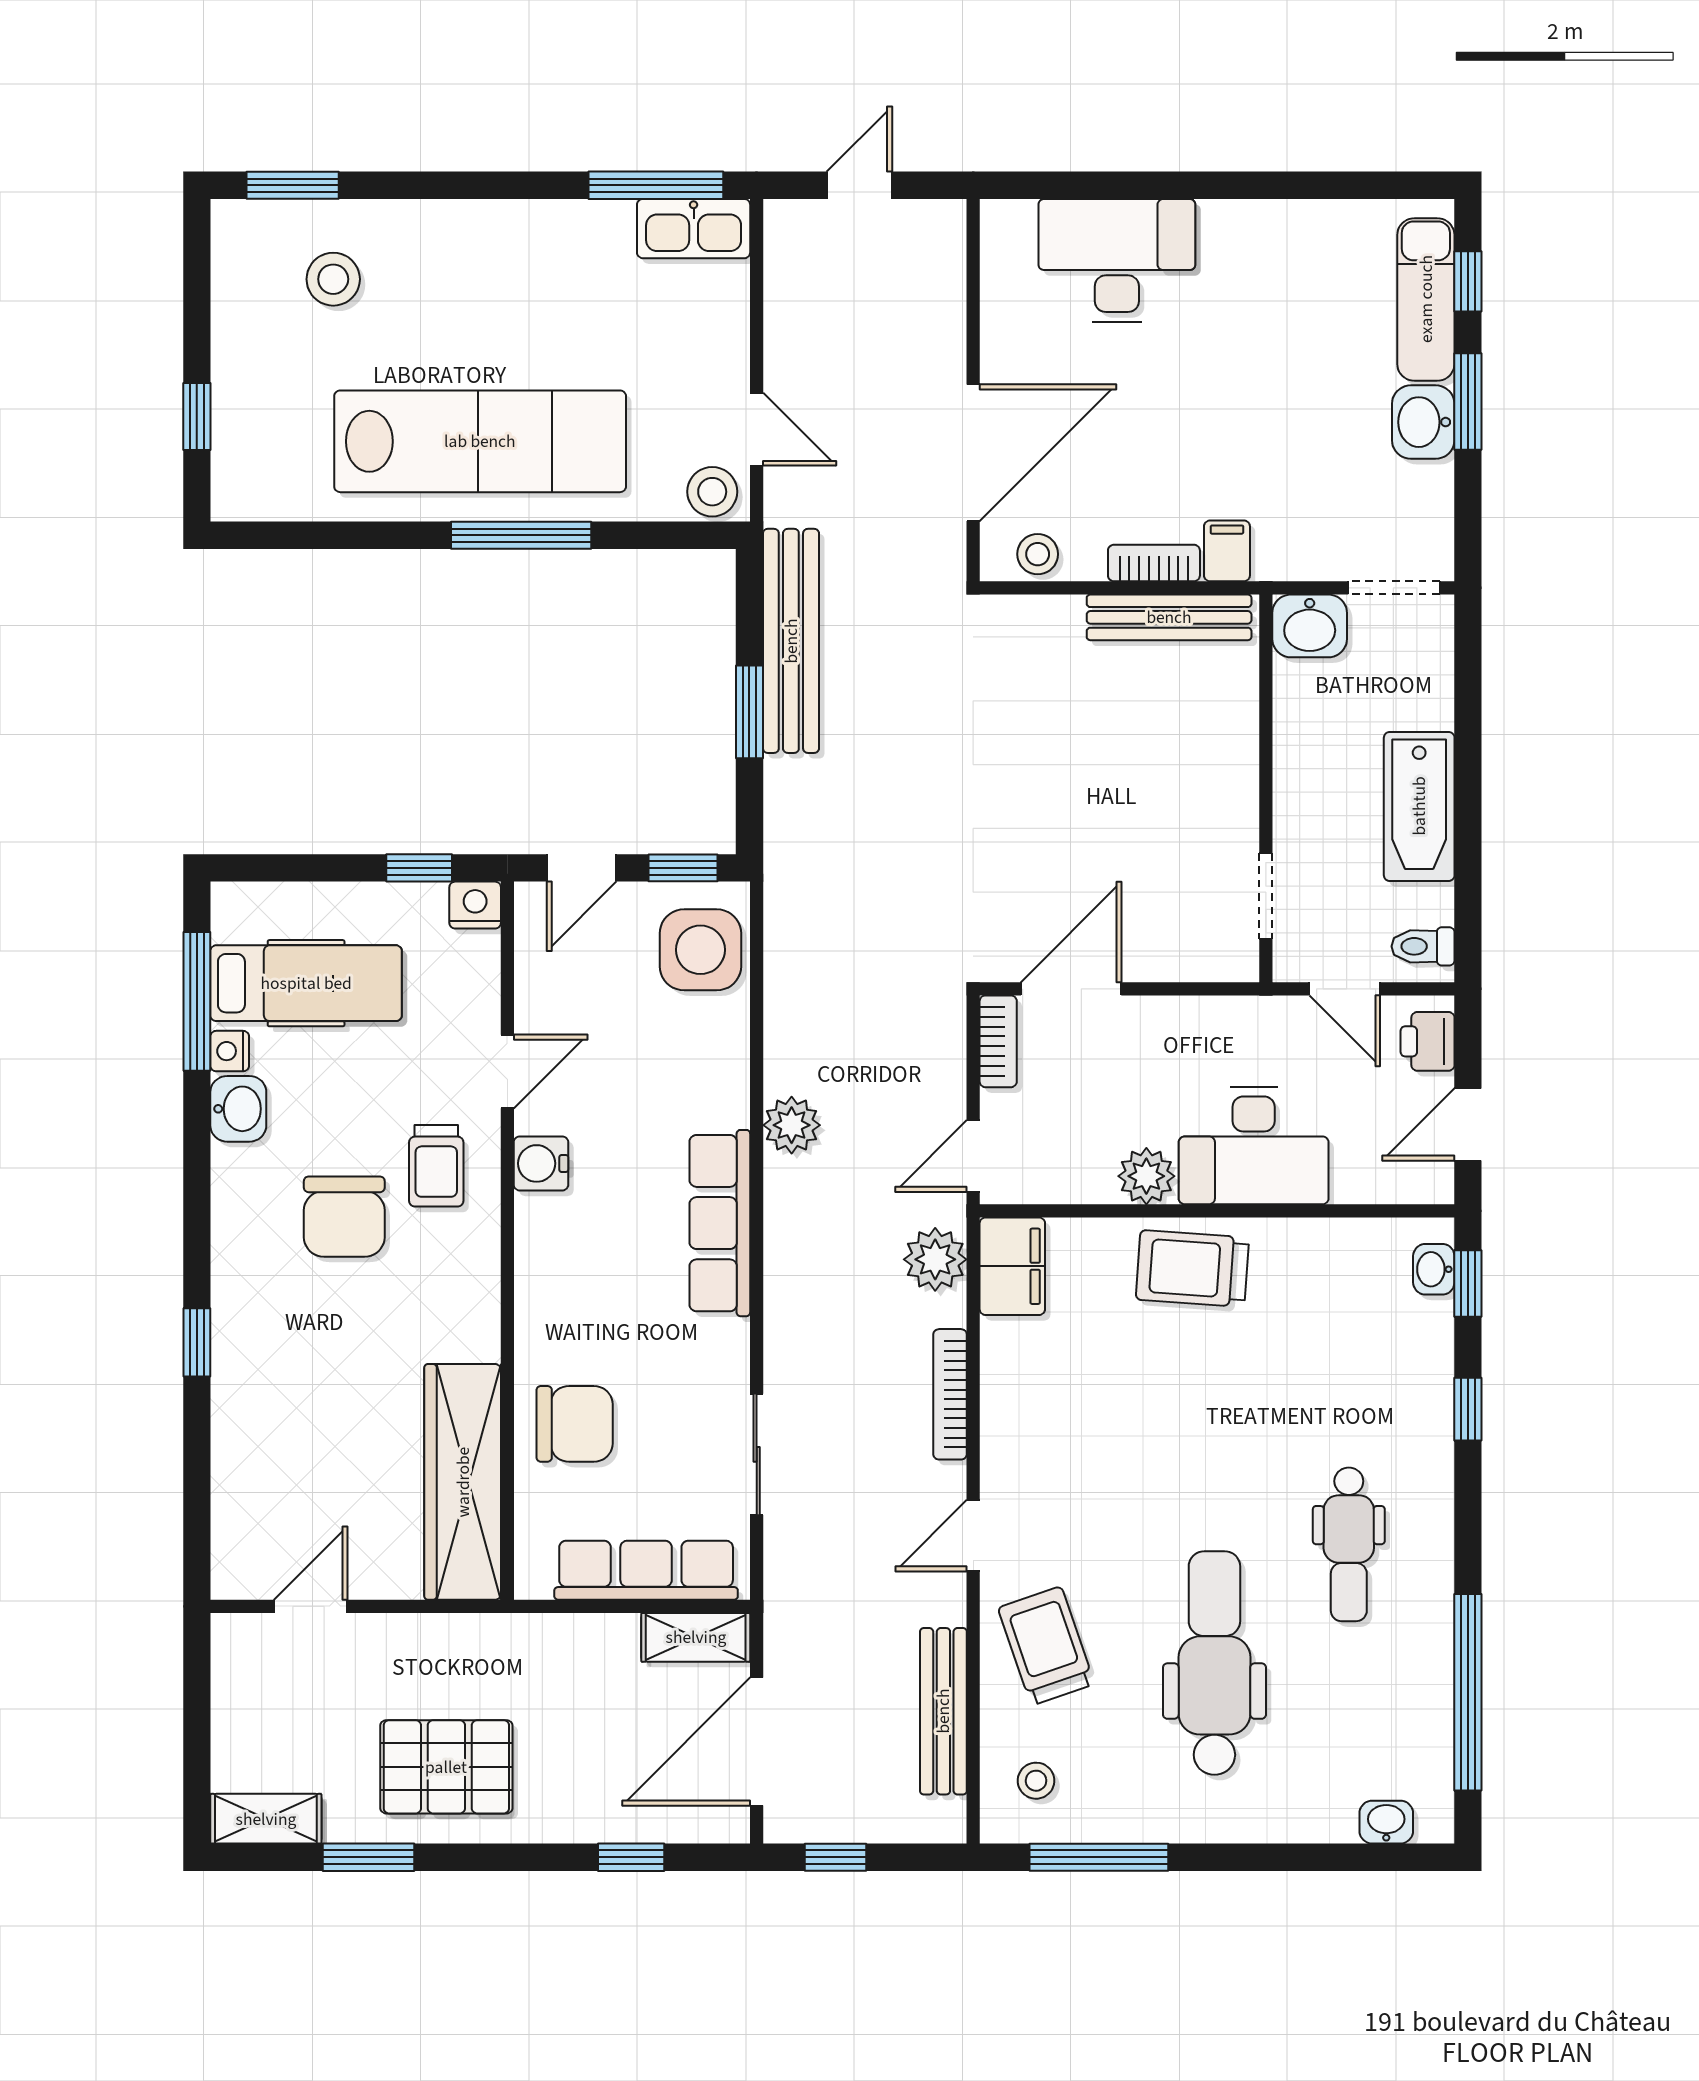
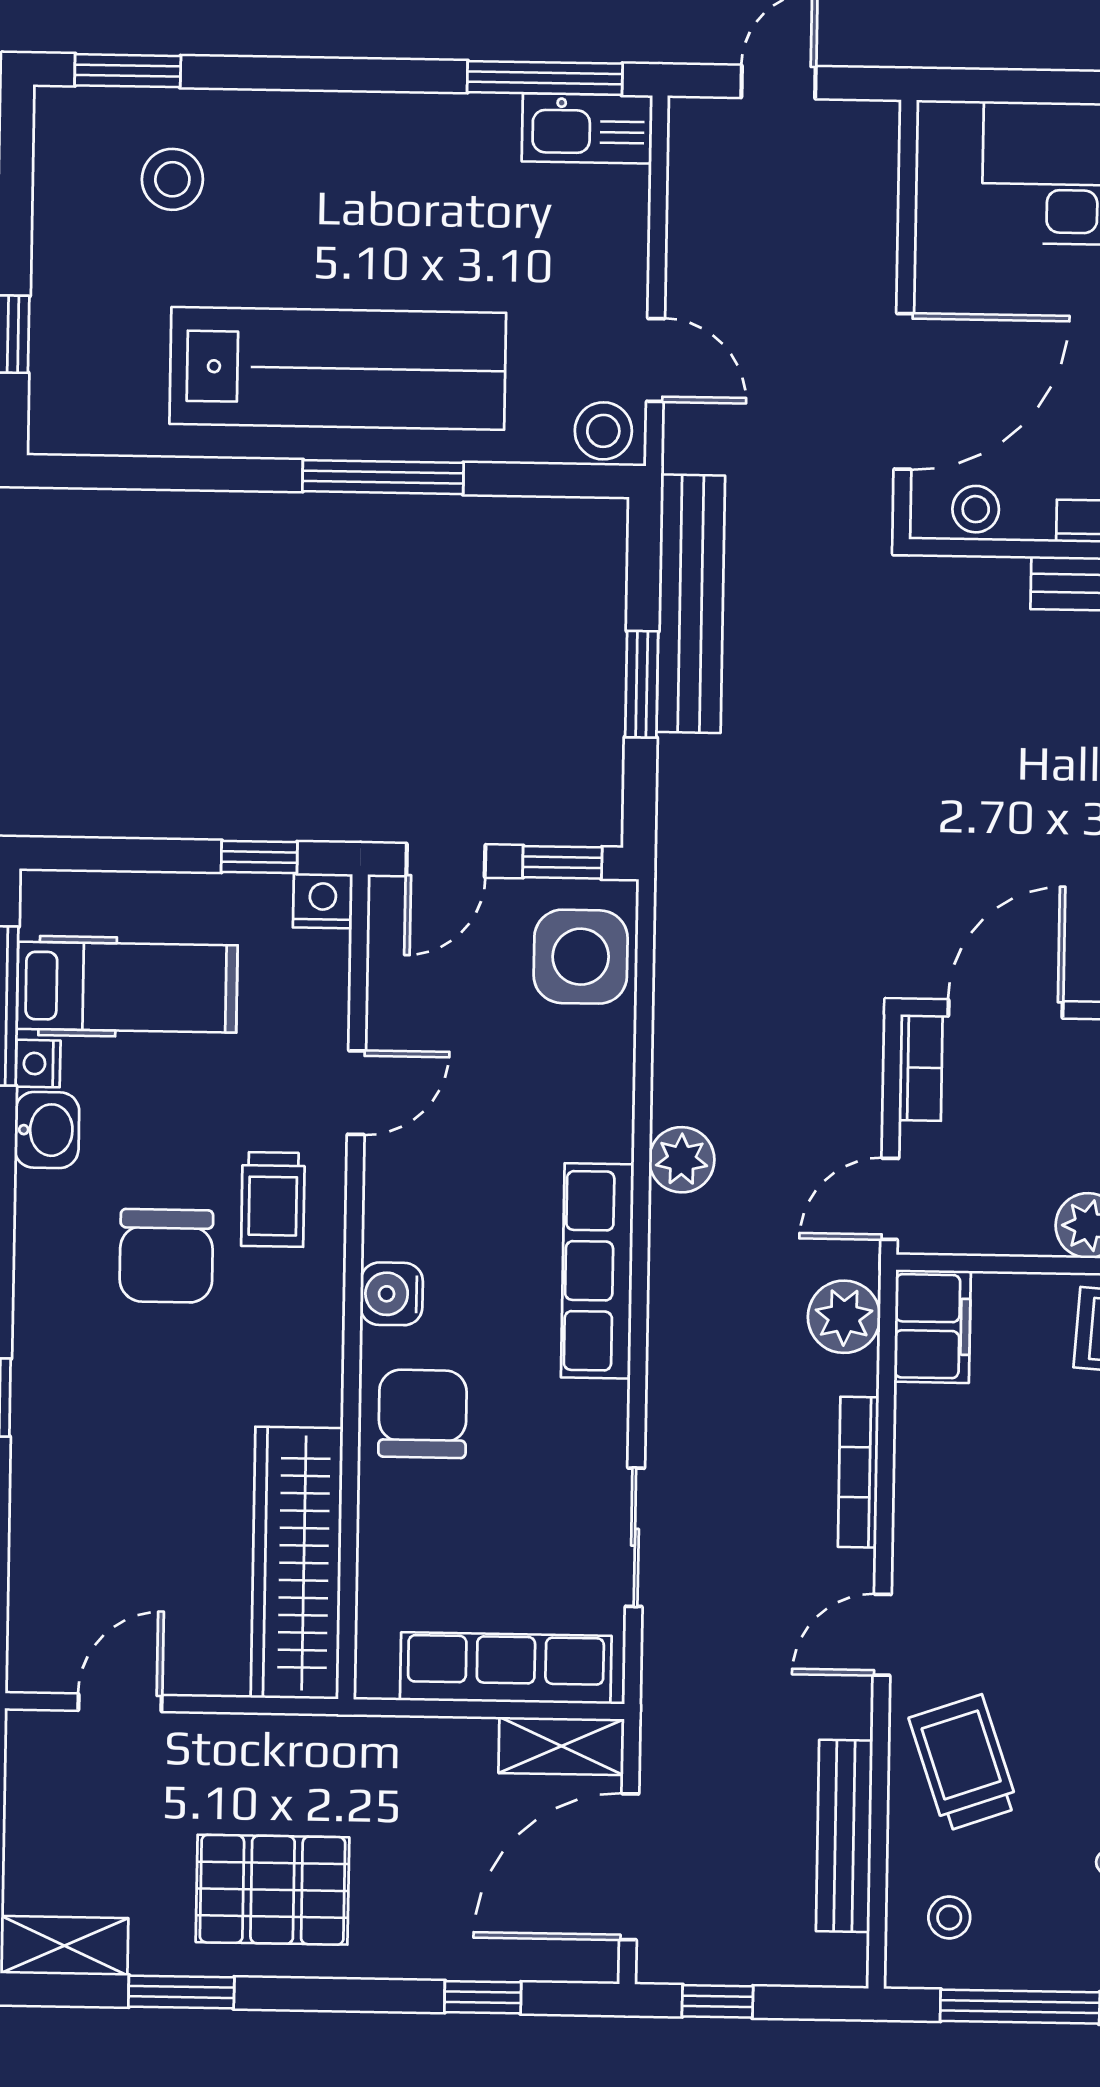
water cooler: (541, 1163) -> (392, 1294), moved
chair: (575, 1424) -> (423, 1414), moved, turned -90

